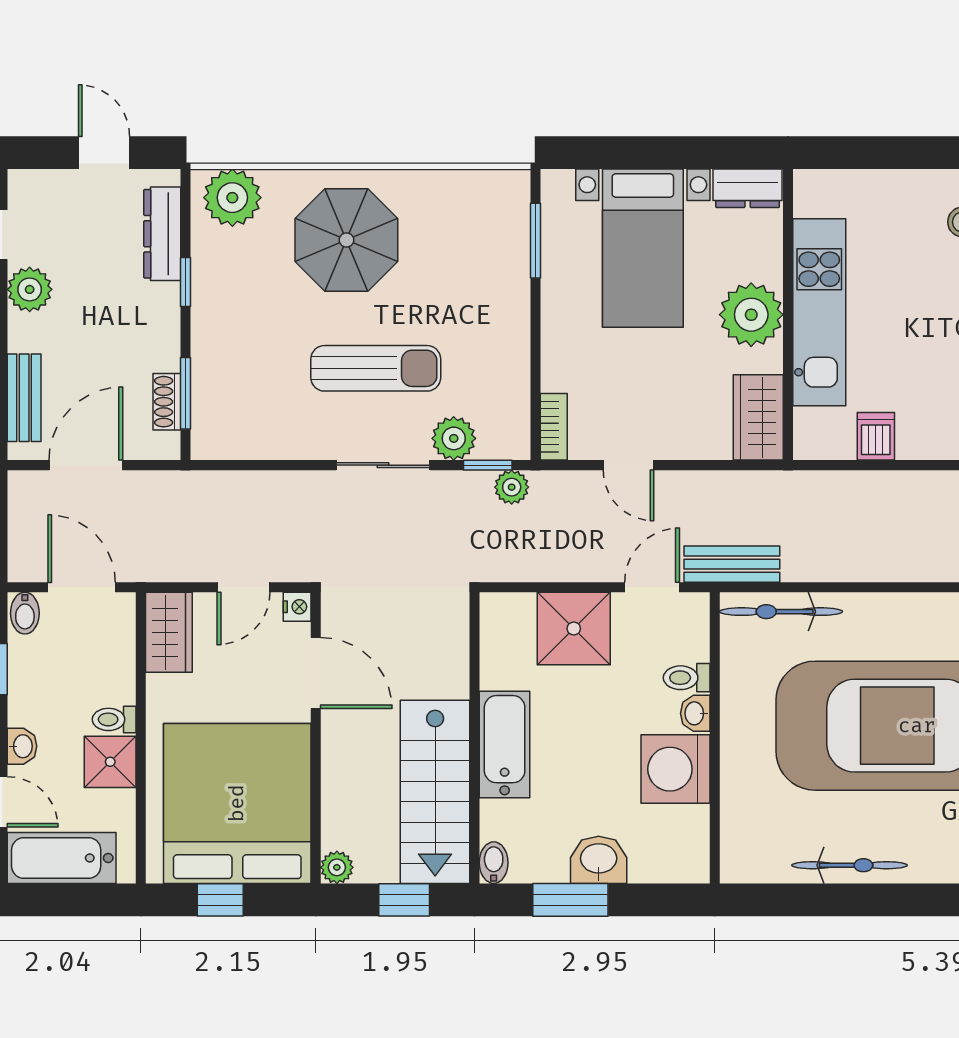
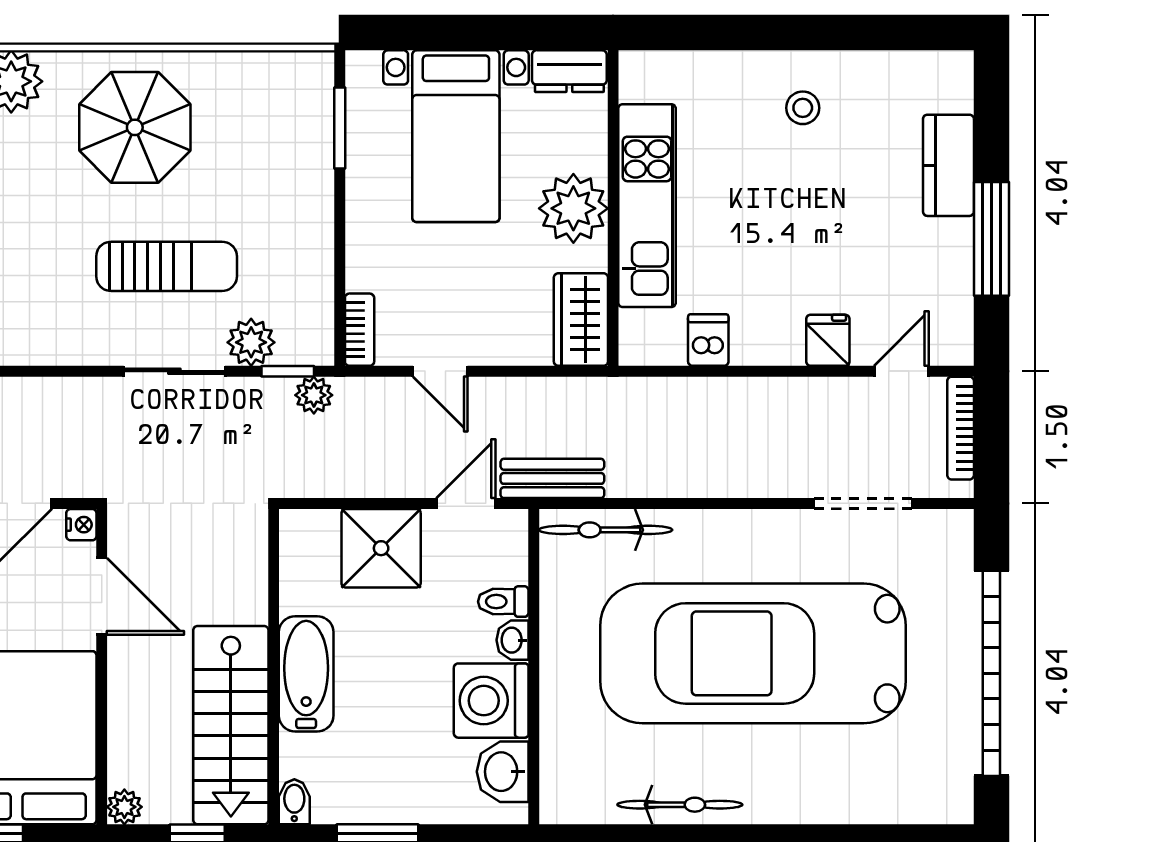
washbasin: (599, 860) -> (503, 772), moved, turned -90

